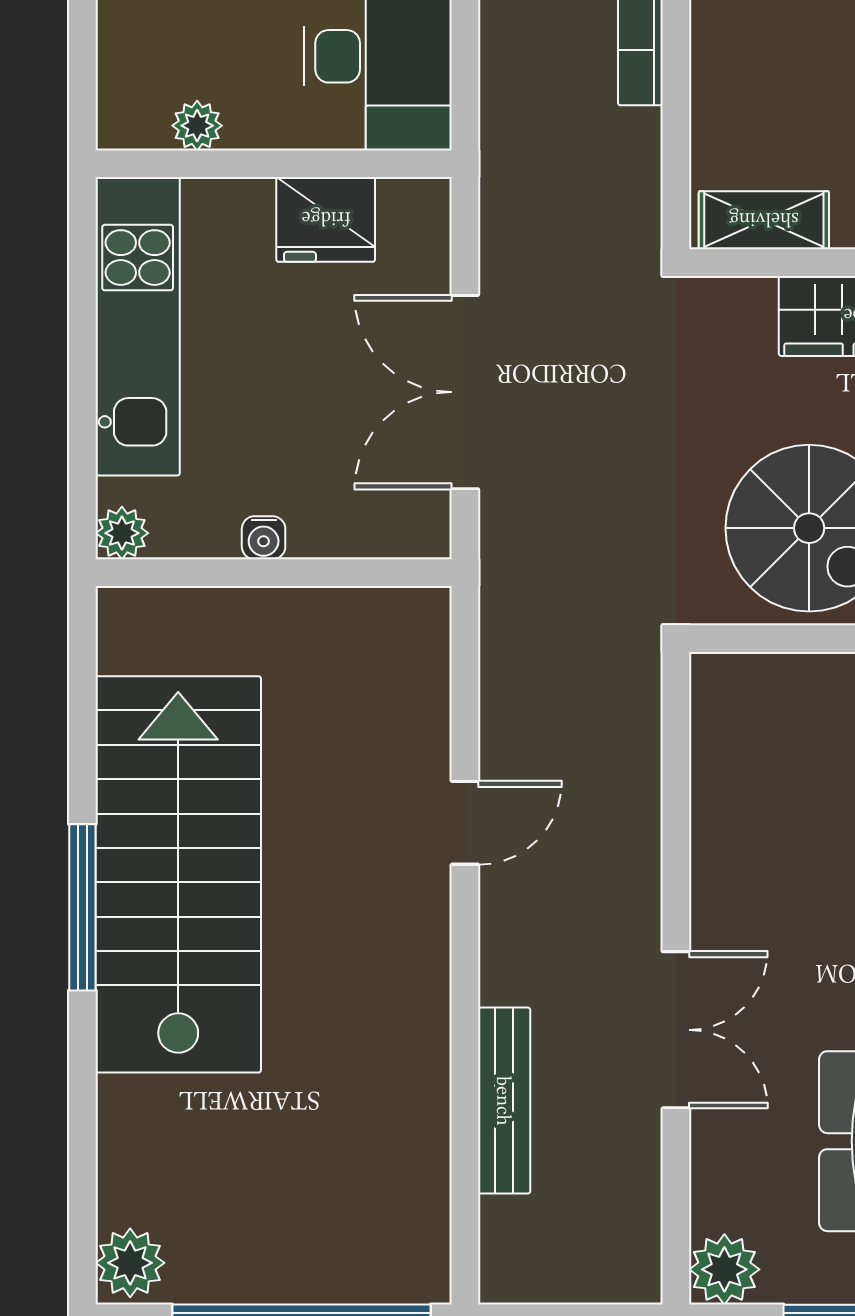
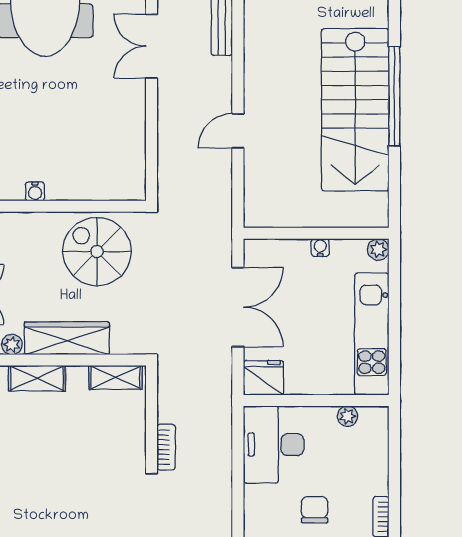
fridge: (326, 219) -> (263, 378), moved
window: (82, 907) -> (394, 96), width x1.46

